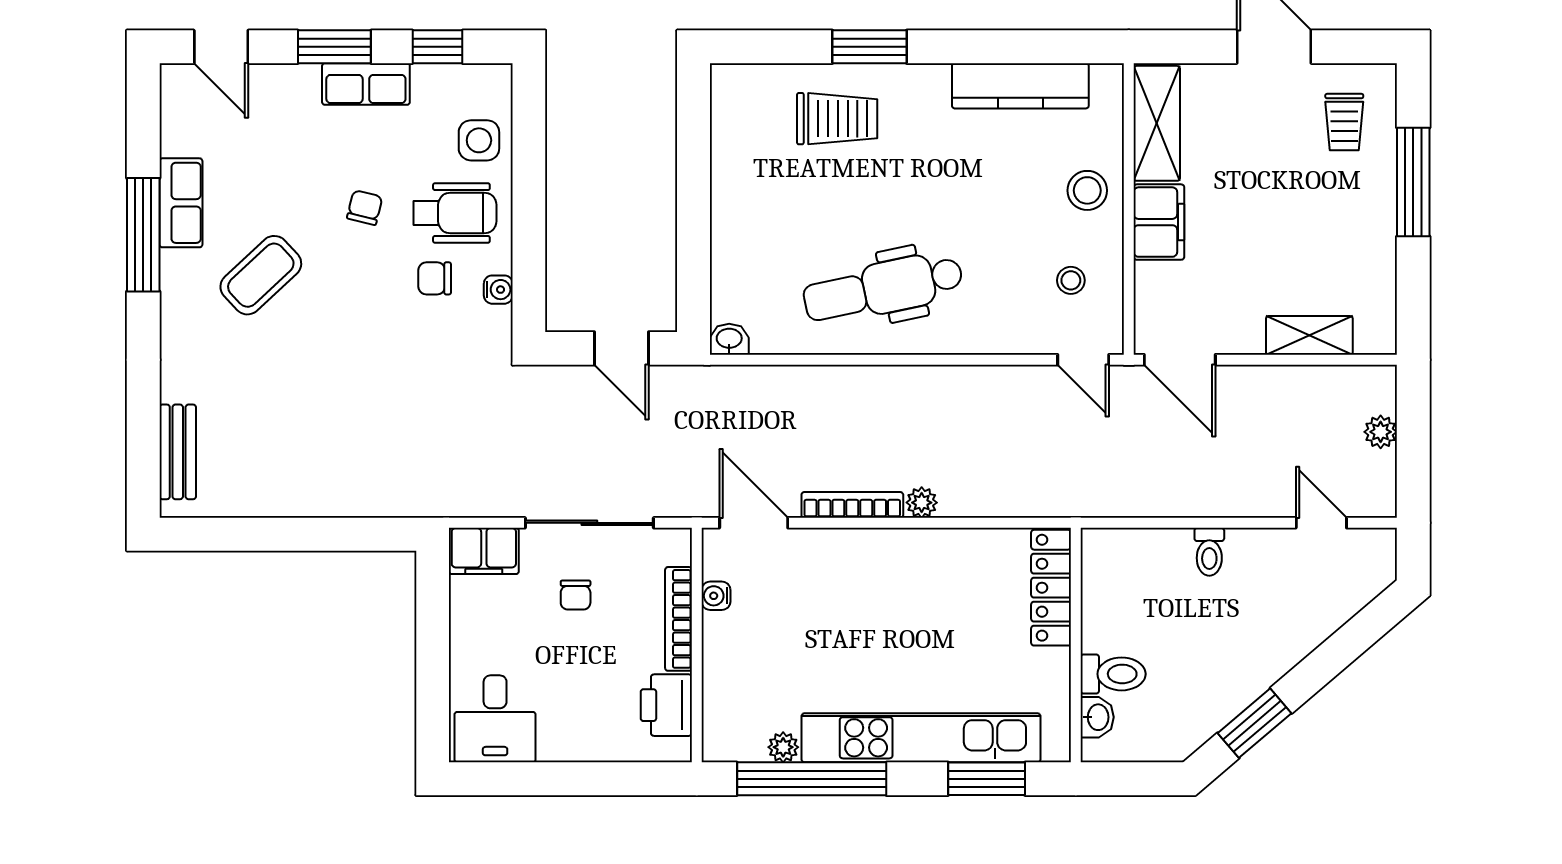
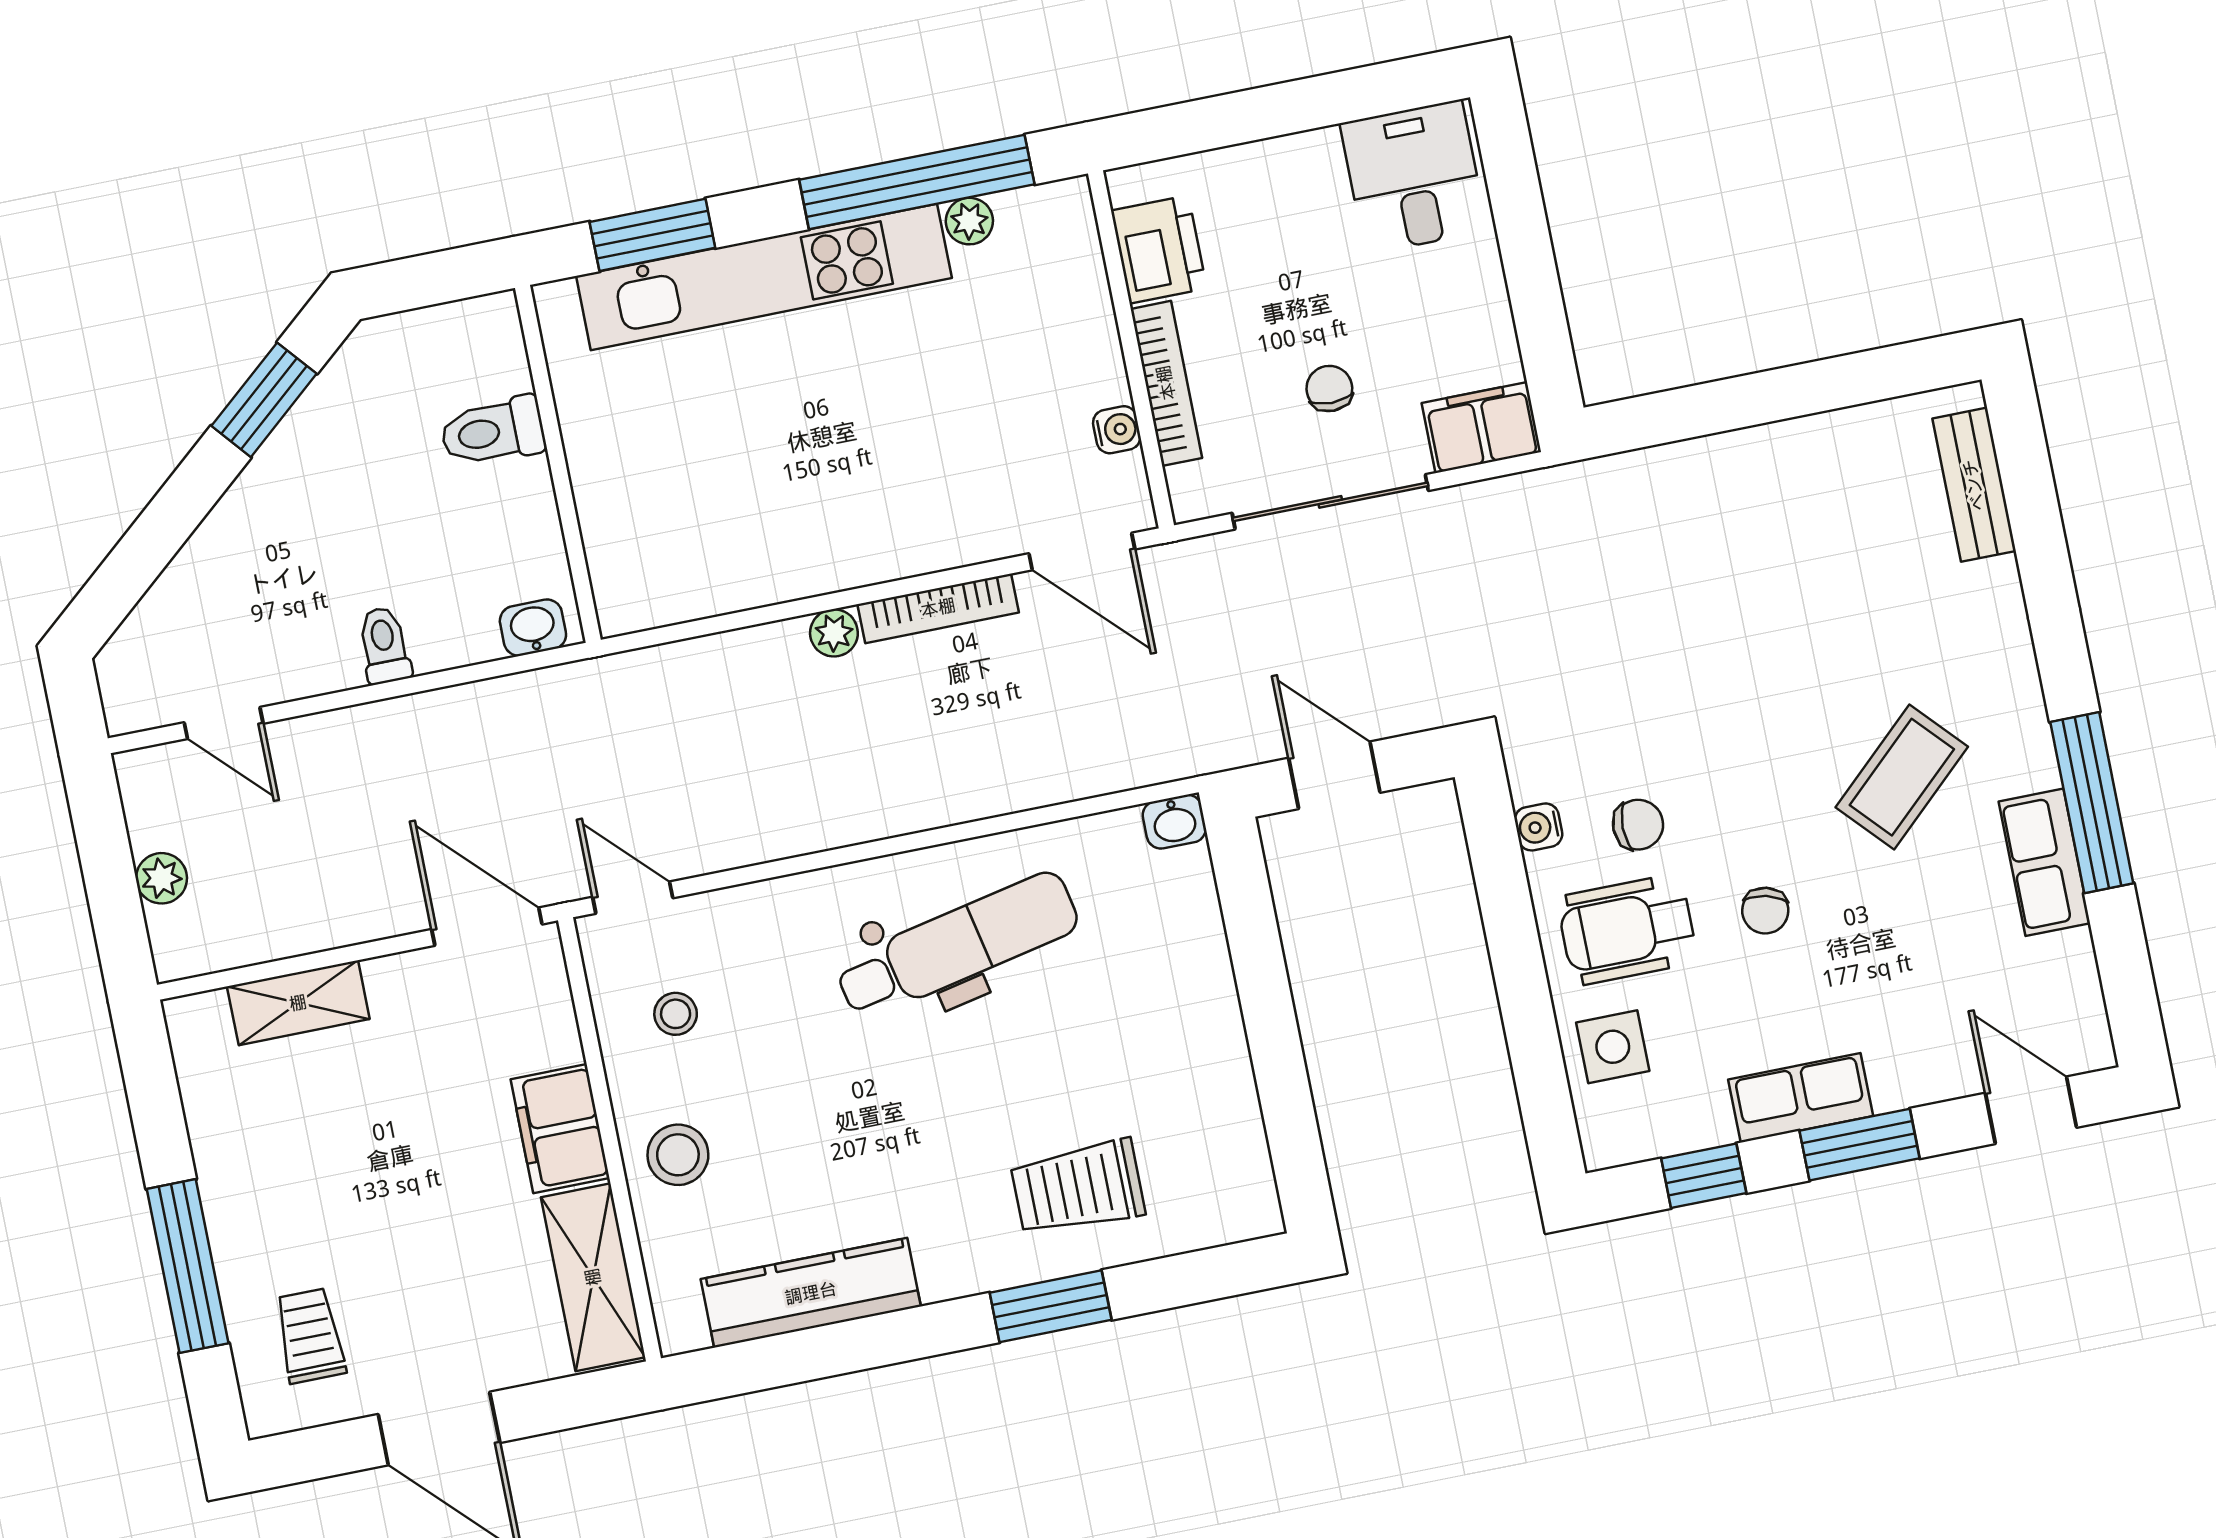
locker: (1051, 588) -> (613, 543), removed
washbasin: (1097, 717) -> (533, 628), moved, turned 90

